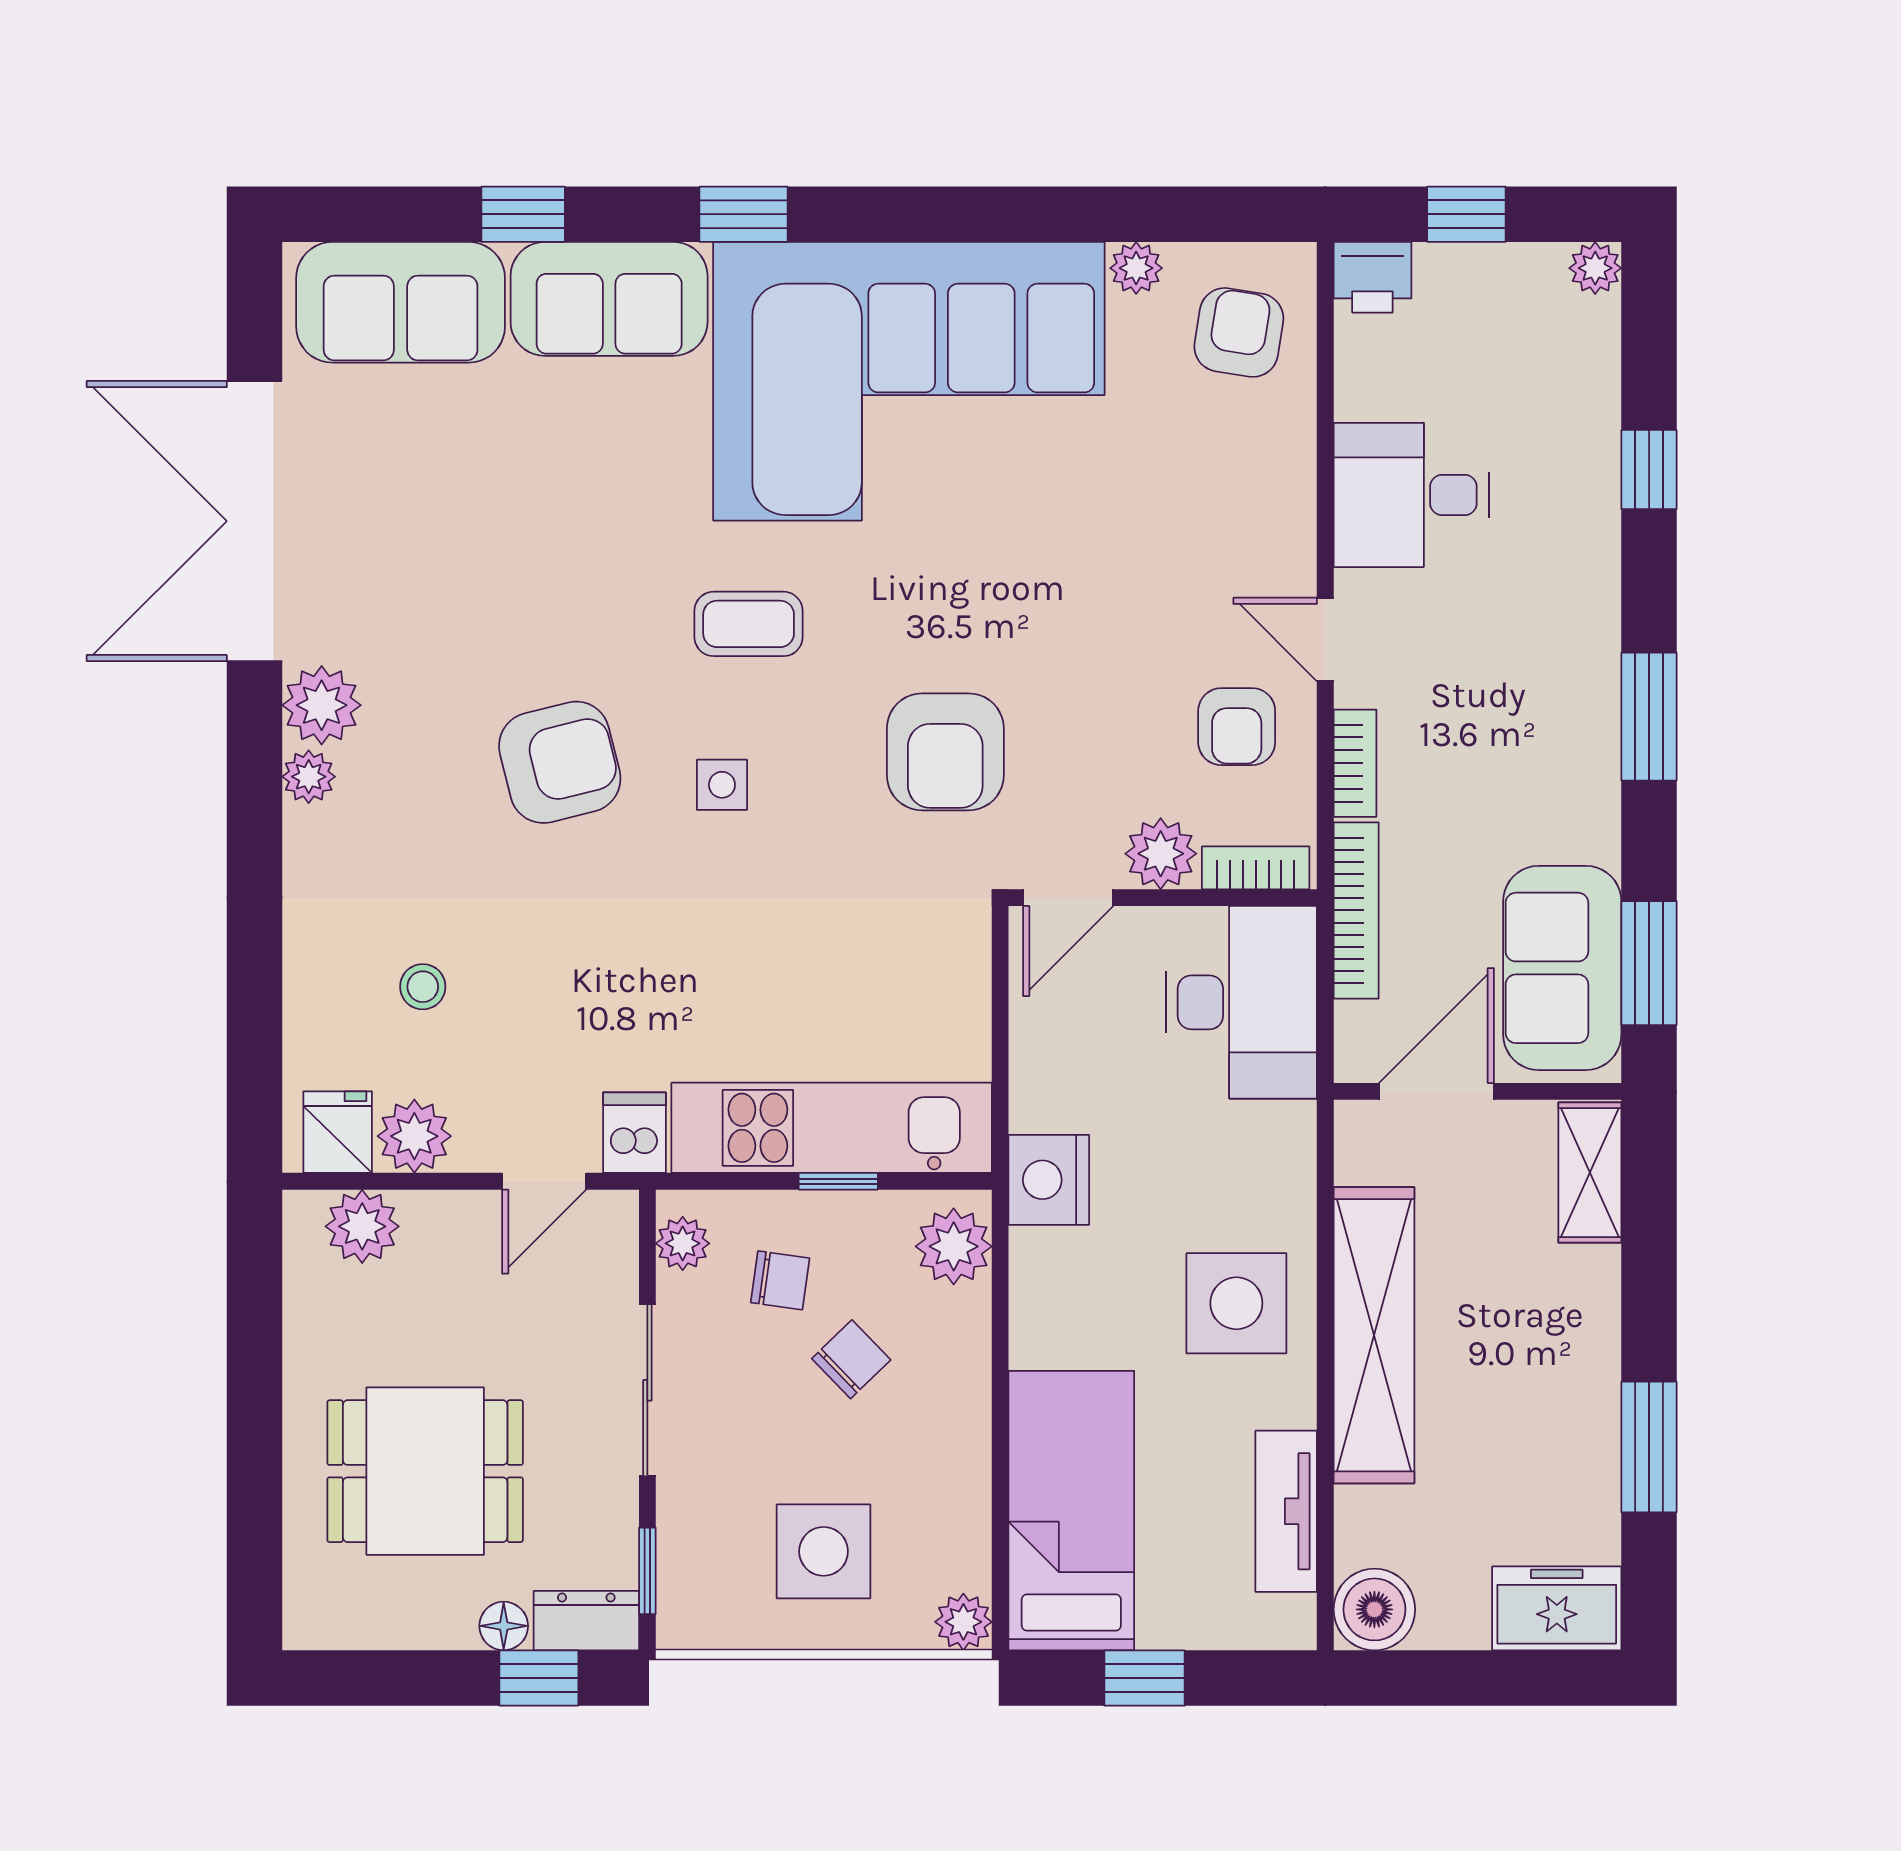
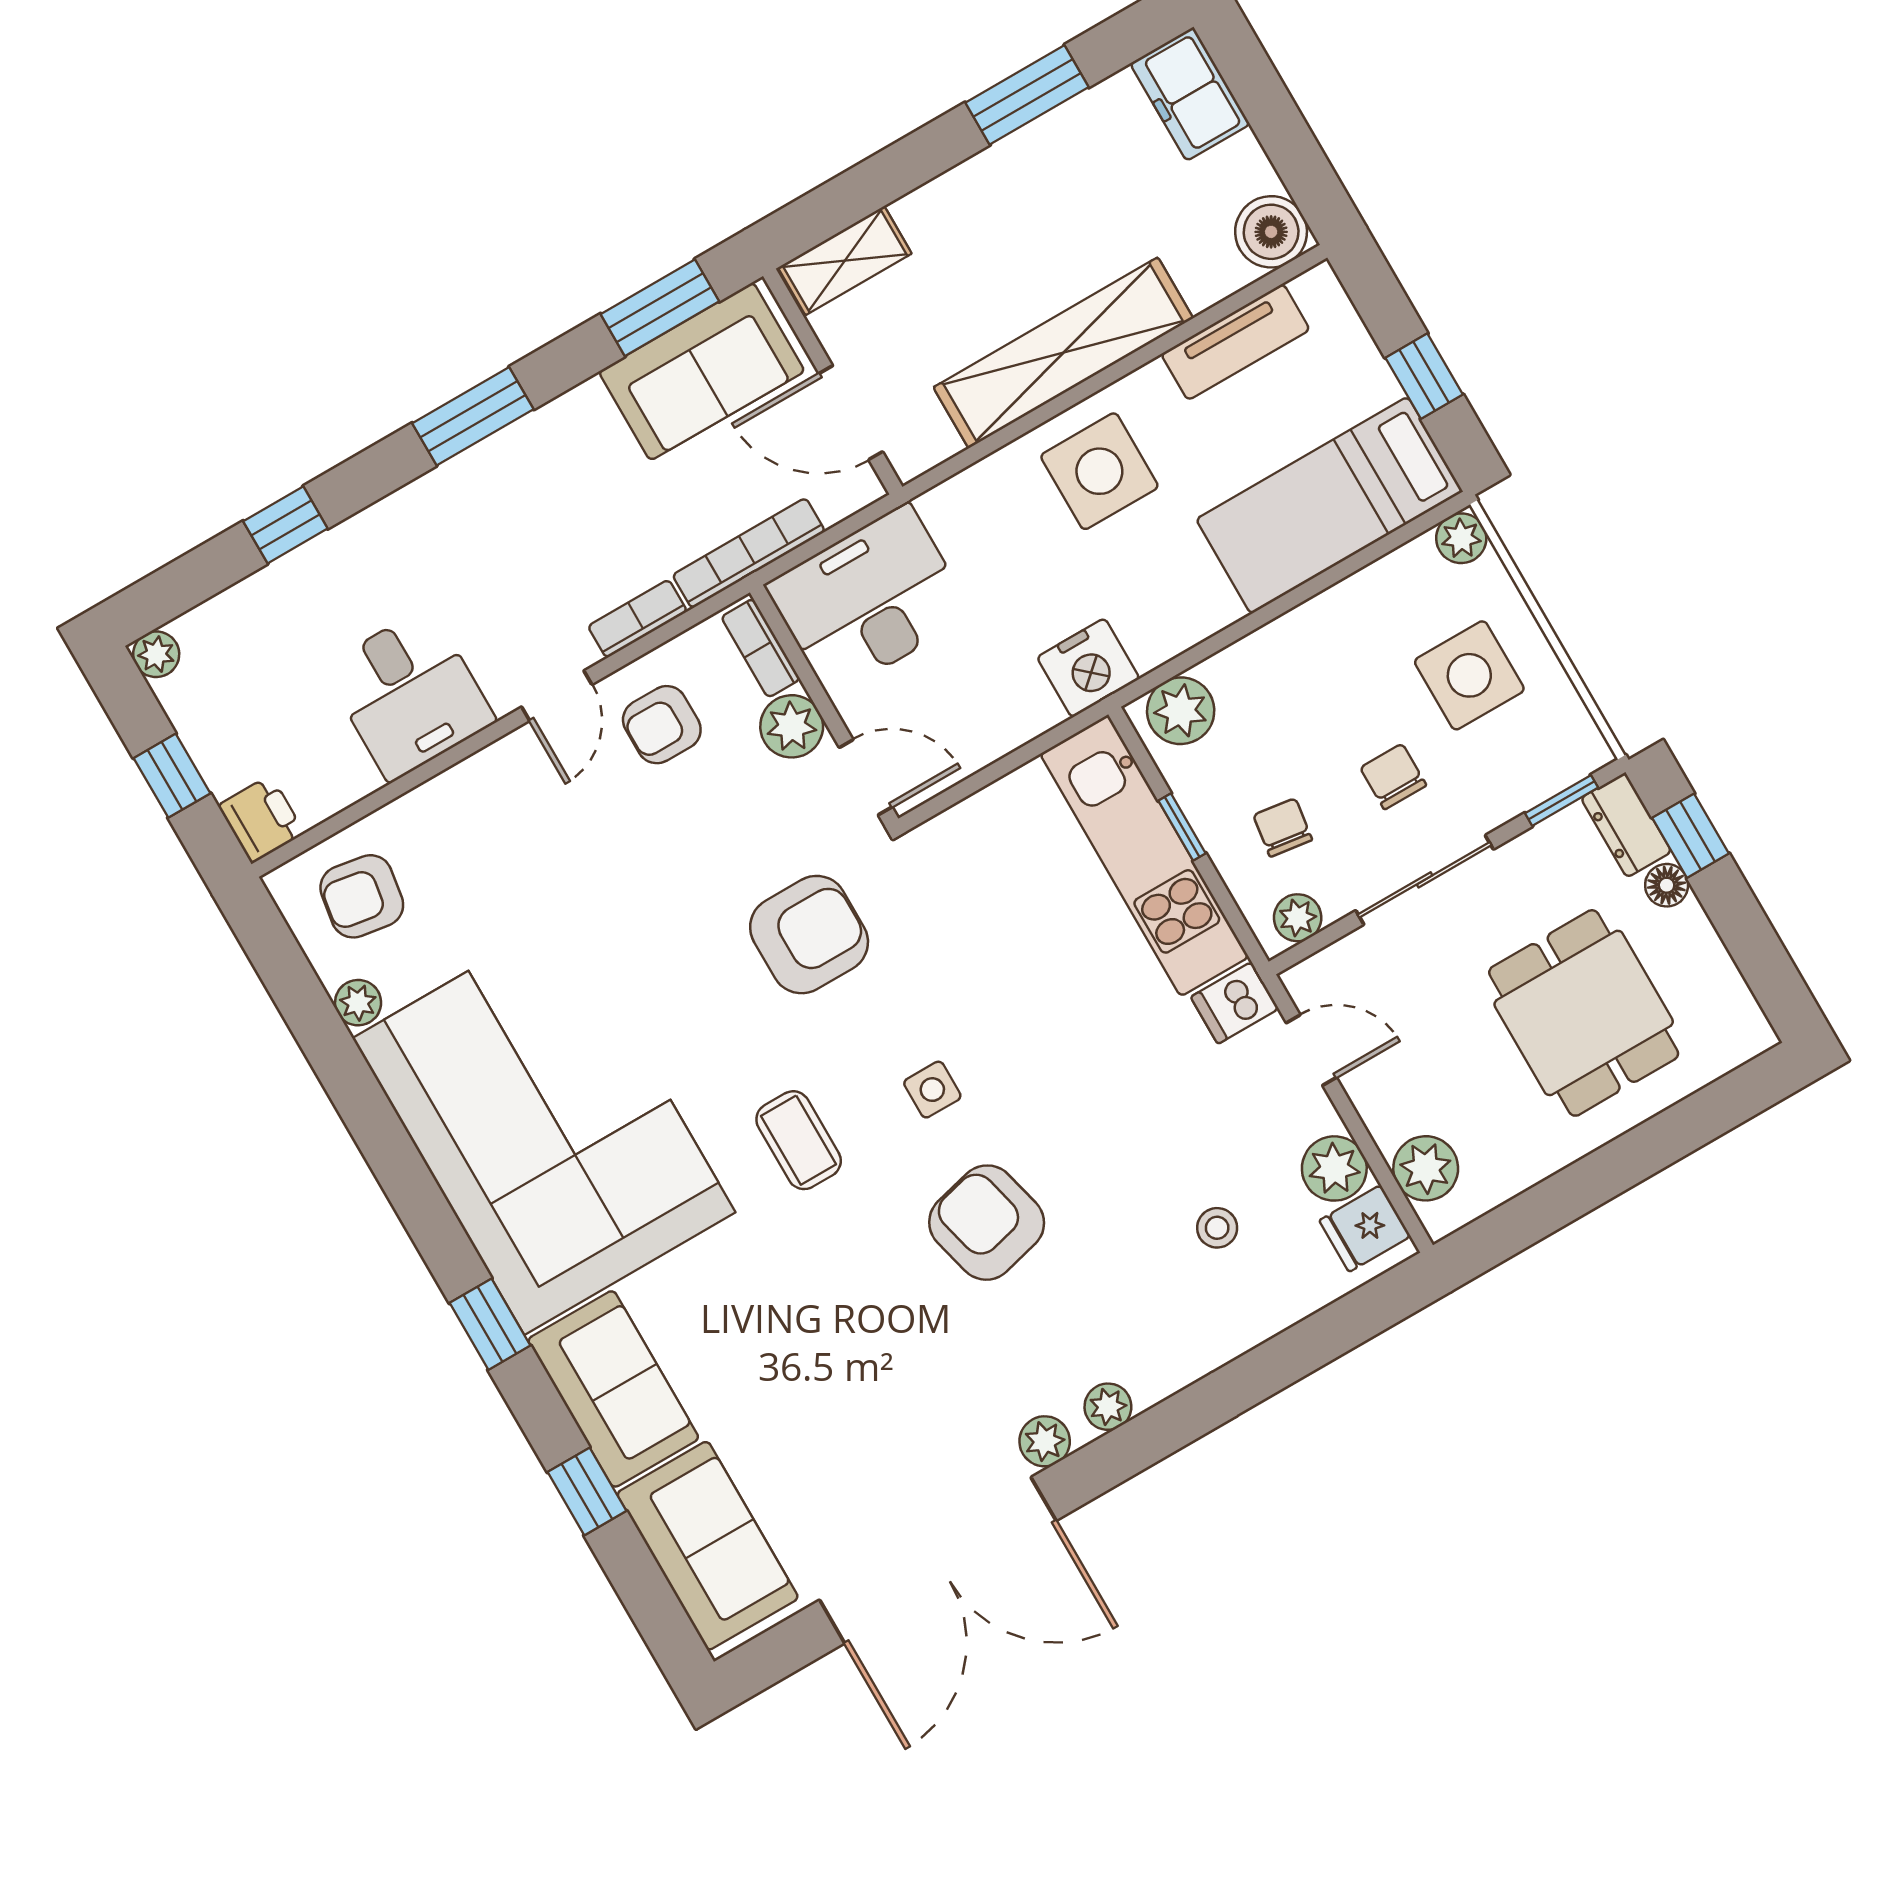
plant: (322, 705) -> (1045, 1441), width x0.73, depth x0.73
armchair: (1237, 727) -> (662, 725), turned 180
chair: (851, 1359) -> (1393, 777), moved, turned 44

